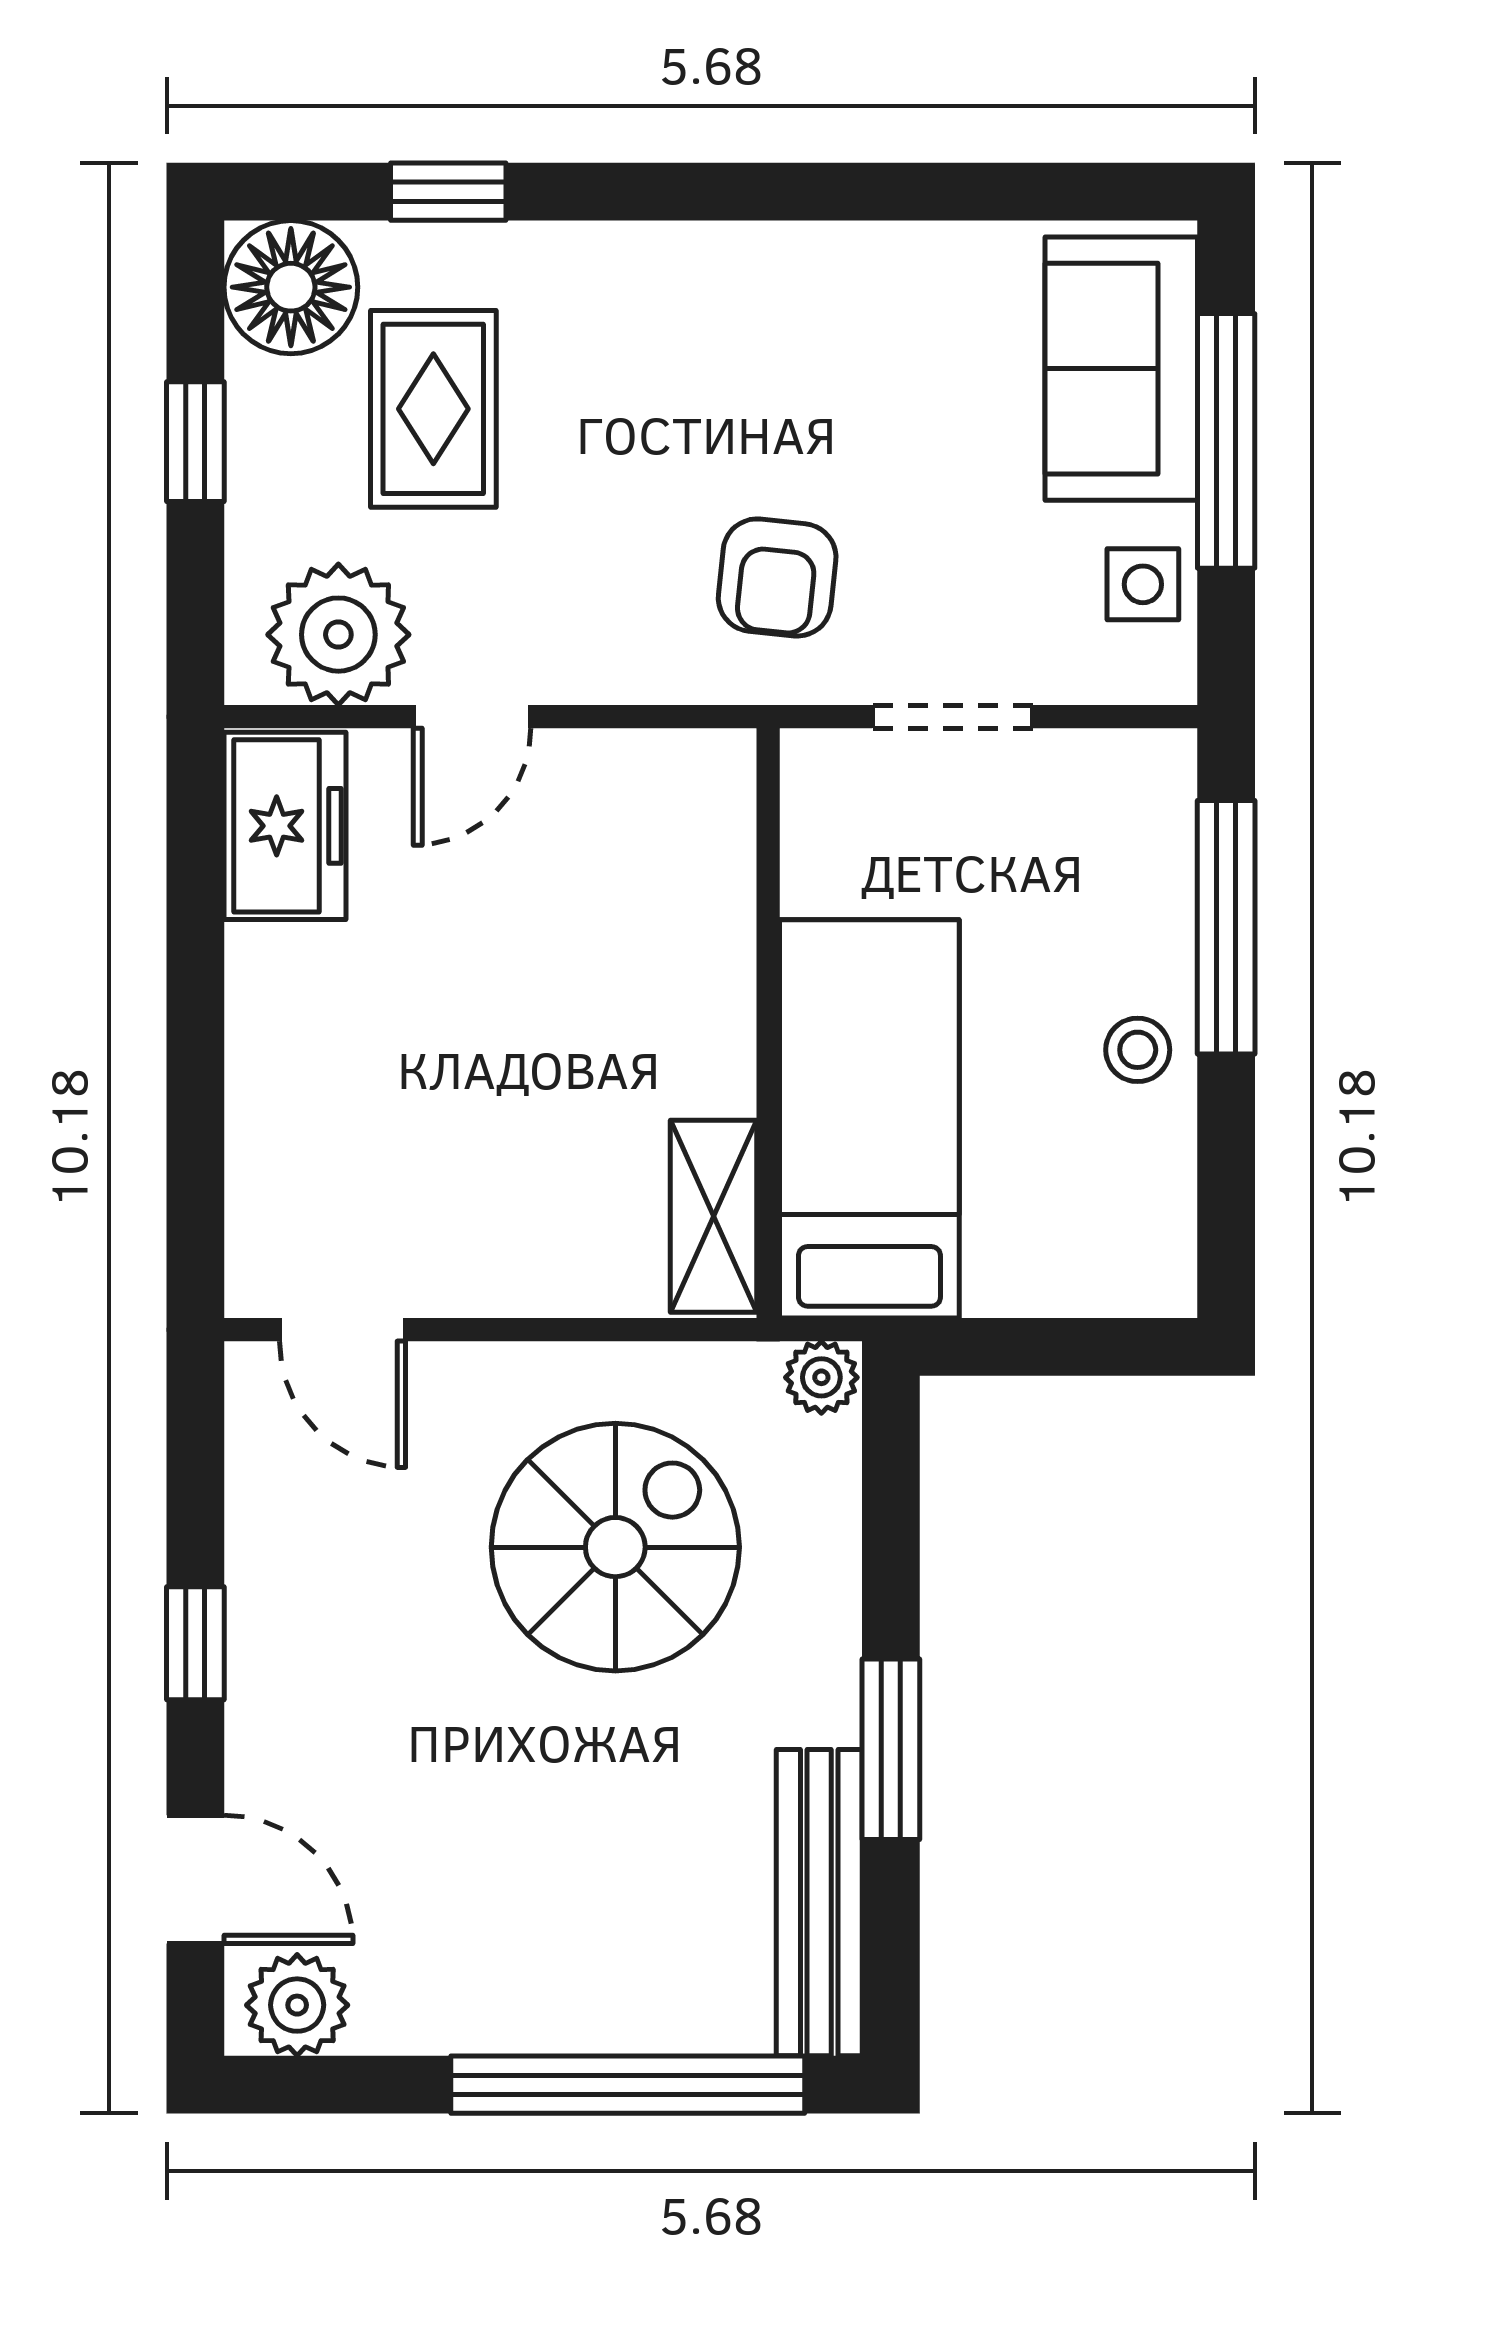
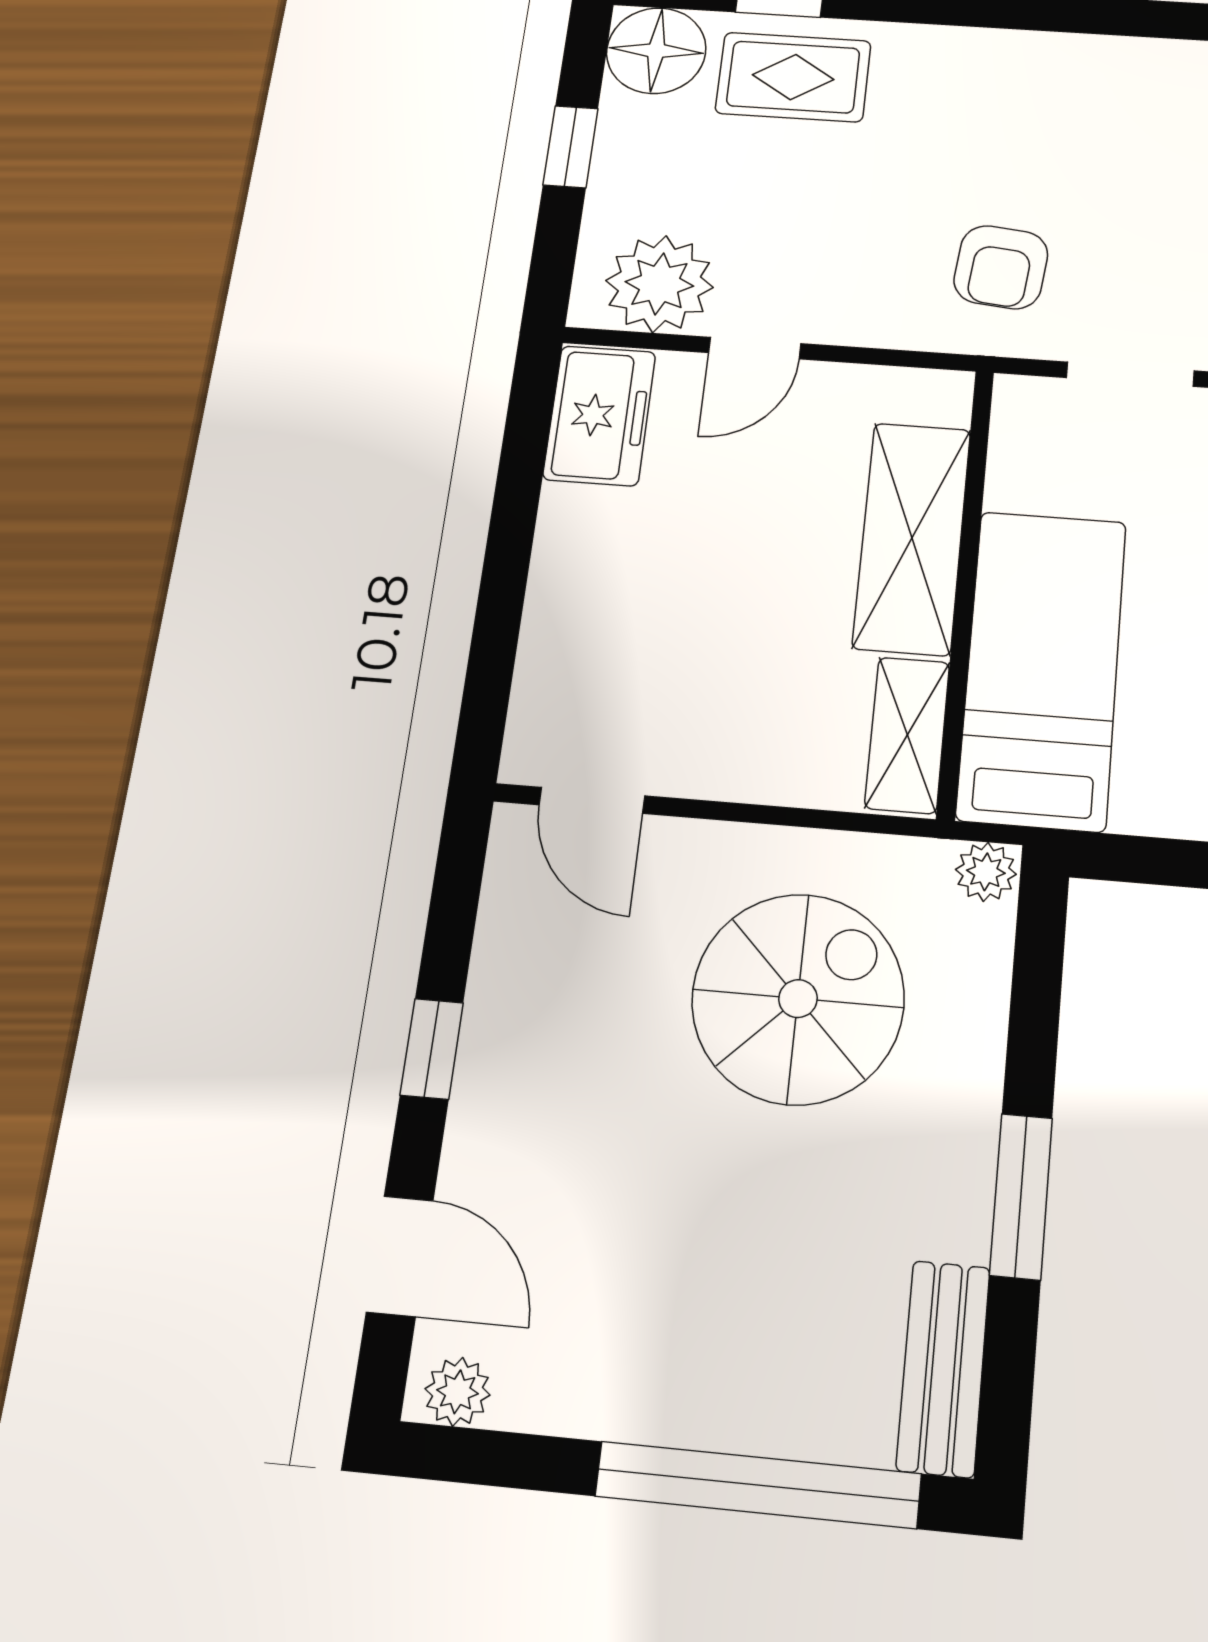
rug: (433, 409) -> (793, 77), moved, turned 90
shelving: (696, 961) -> (912, 538), added
bench: (819, 1903) -> (943, 1368), width x0.73
plant: (297, 2005) -> (458, 1392), width x0.73, depth x0.73

